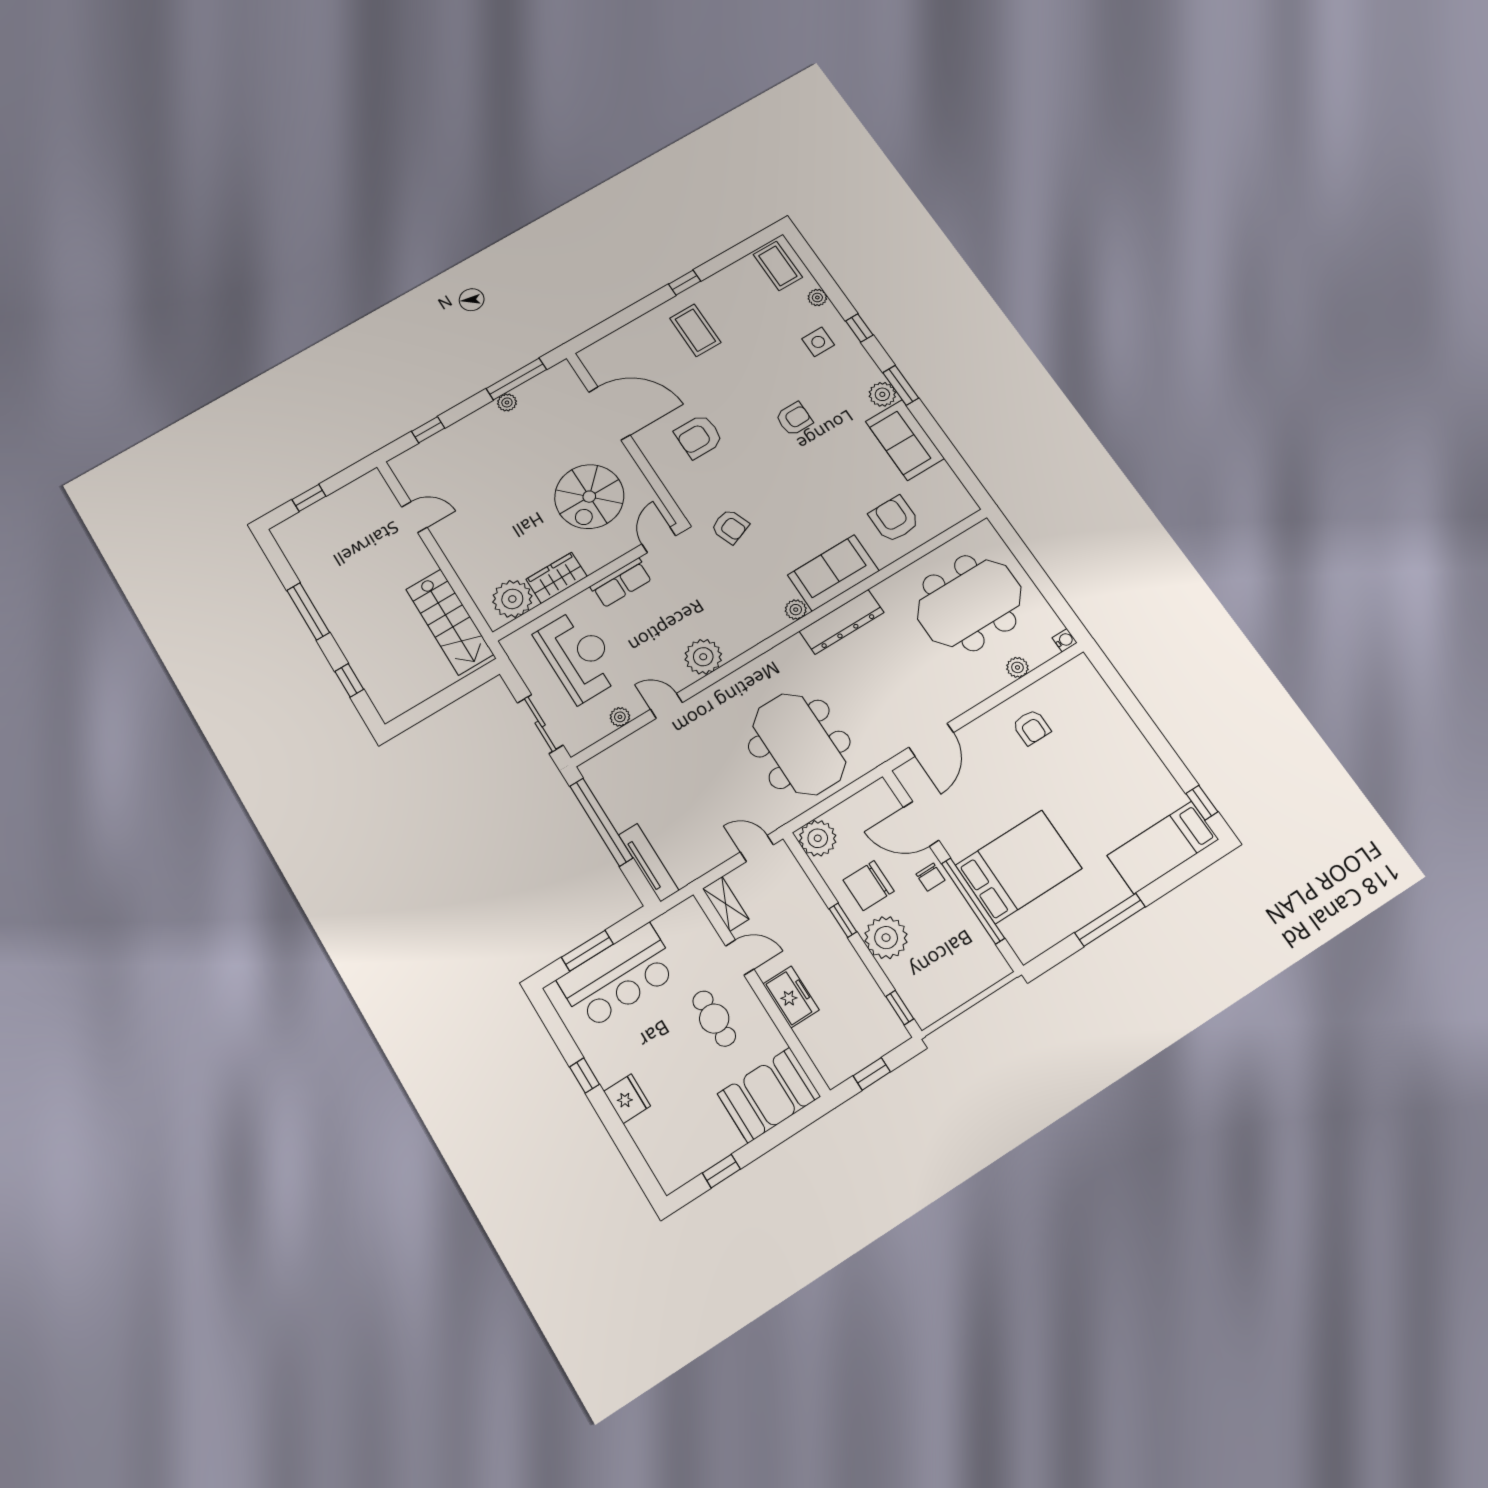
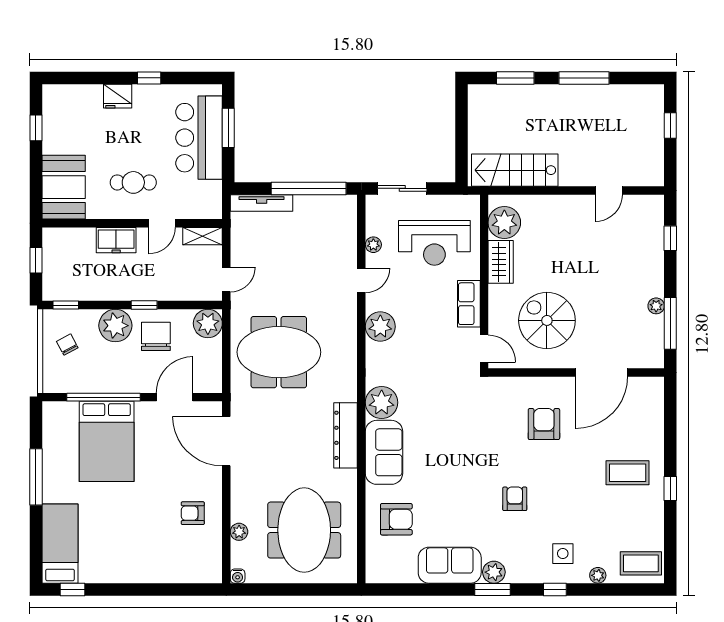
armchair: (794, 419) -> (515, 499), turned 180
armchair: (730, 527) -> (463, 404), removed
plant: (796, 610) -> (382, 402), width x1.88, depth x1.88
window: (349, 680) -> (515, 78), width x1.50
door: (931, 740) -> (226, 441), width x1.36
chair: (931, 877) -> (67, 345), moved, turned 62

